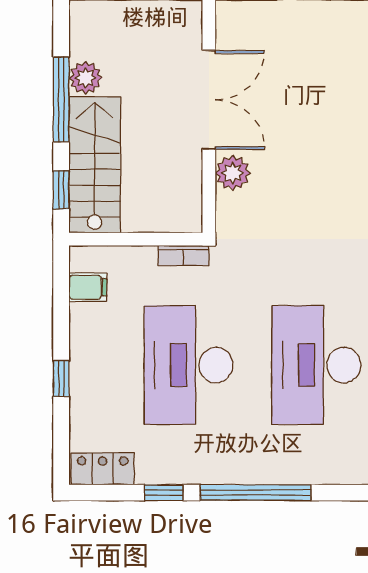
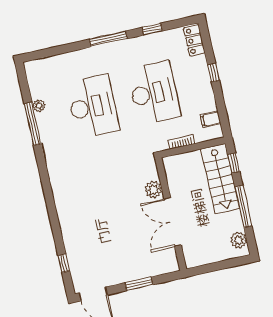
plant: (86, 78) -> (239, 240), moved
bookcase: (183, 256) -> (182, 142), moved
locker: (103, 469) -> (194, 40), moved, turned 90
window: (255, 493) -> (108, 39), width x0.68

